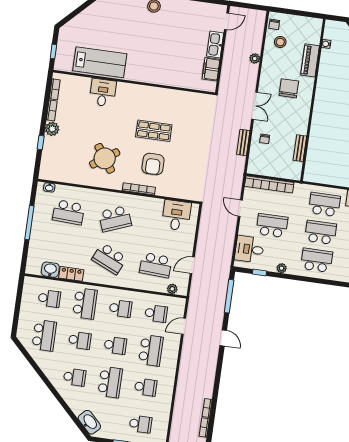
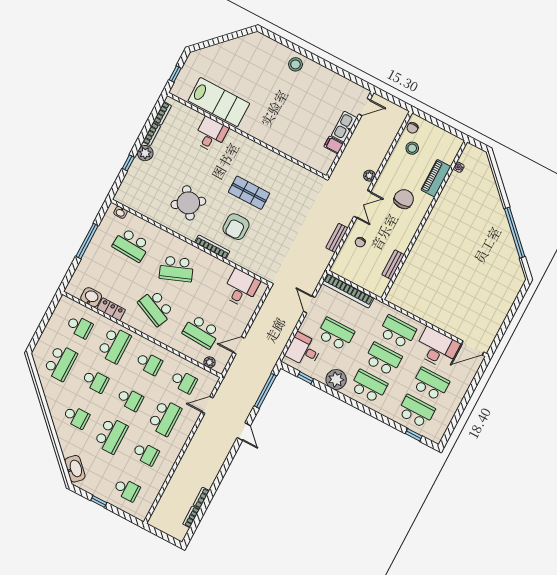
plant: (255, 58) -> (369, 176), moved
filing cabinet: (211, 69) -> (334, 145), width x0.50
plant: (282, 268) -> (336, 380), width x1.88, depth x1.88

